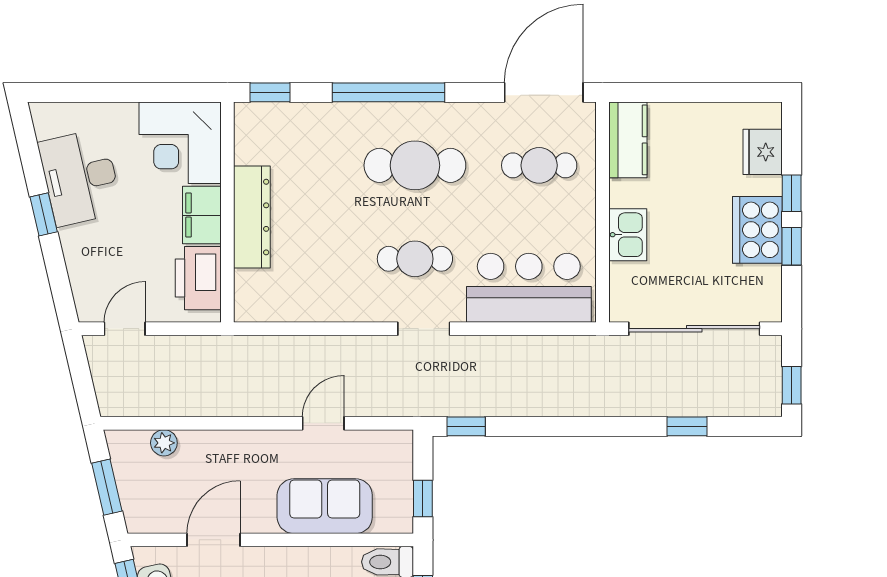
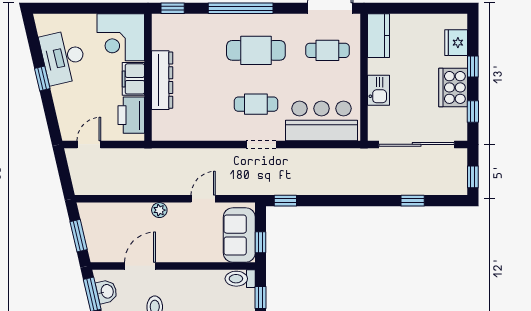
window: (792, 246) -> (473, 111), moved
plant: (164, 443) -> (159, 210), moved
sofa: (325, 506) -> (239, 235), moved, turned -90

